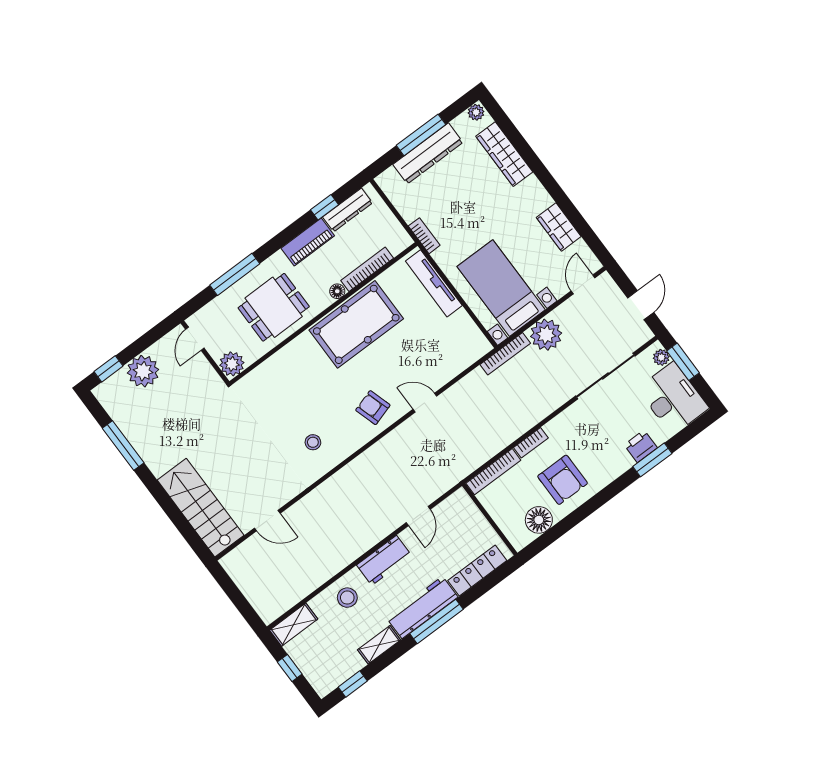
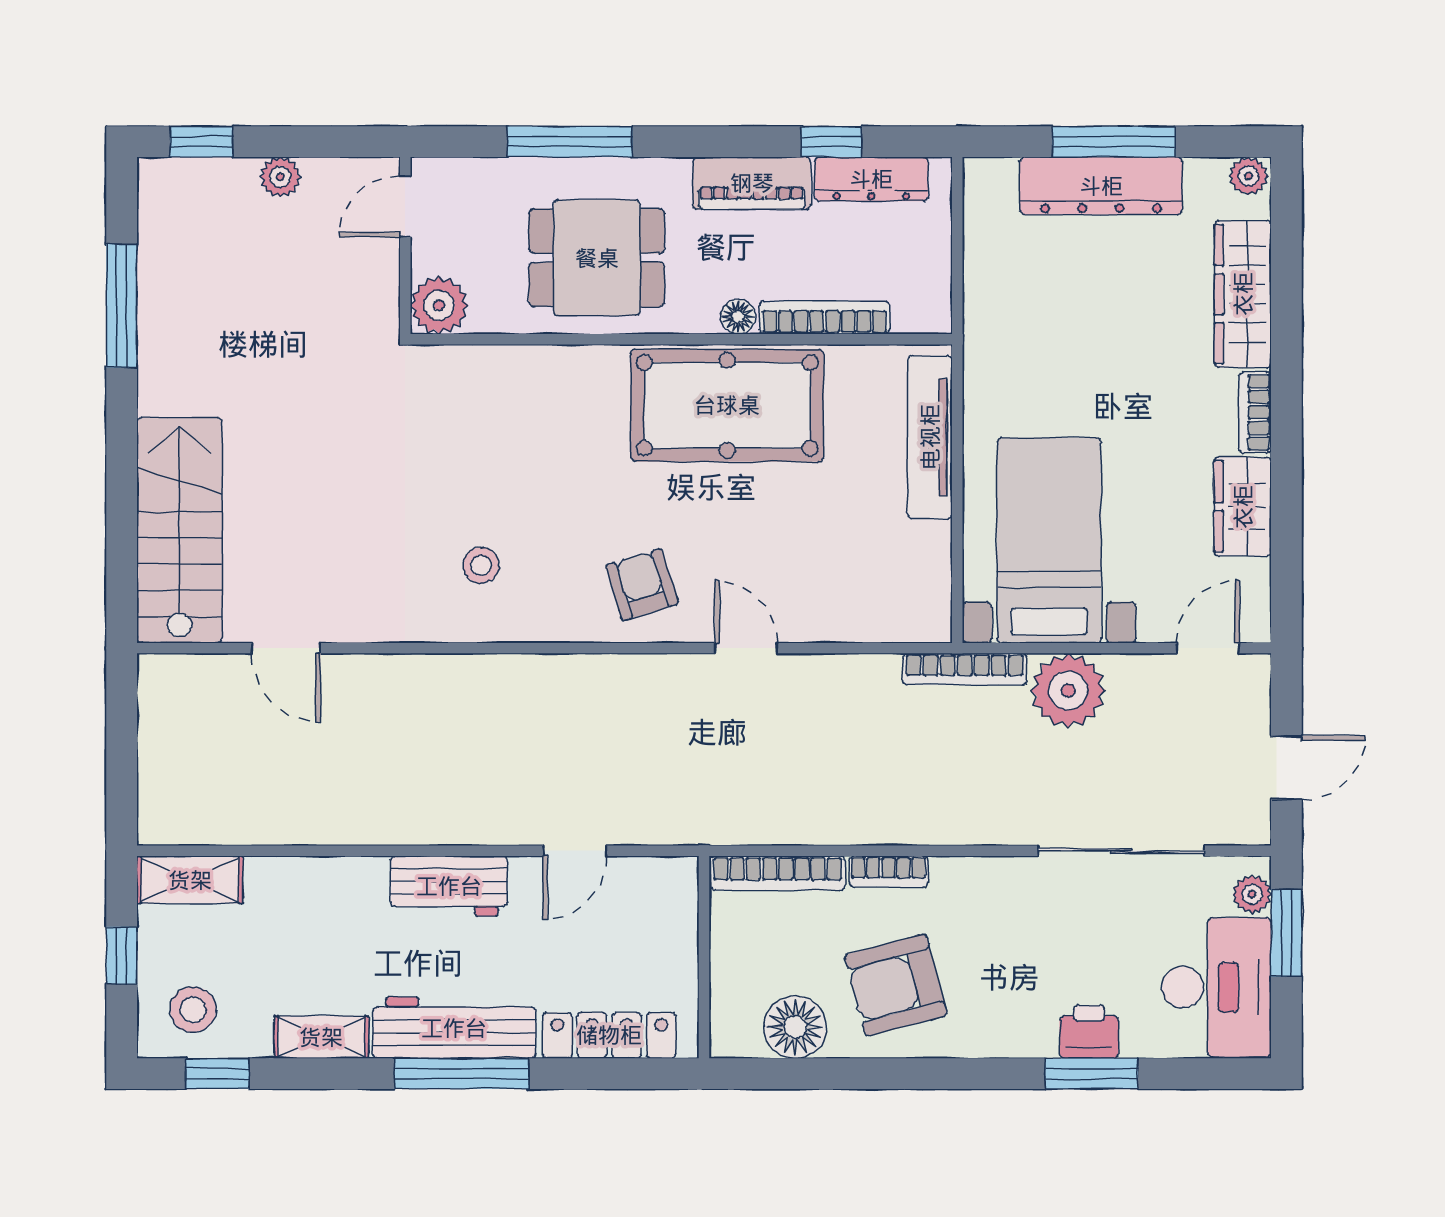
bookcase: (424, 236) -> (1255, 412), moved, turned 180
plant: (143, 371) -> (280, 177), width x0.53, depth x0.53
armchair: (563, 480) -> (896, 985), turned 75
stool: (347, 598) -> (193, 1010), moved

